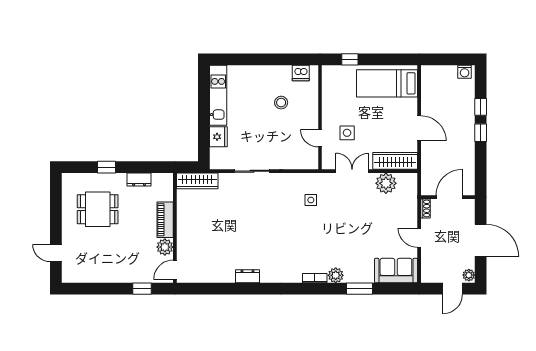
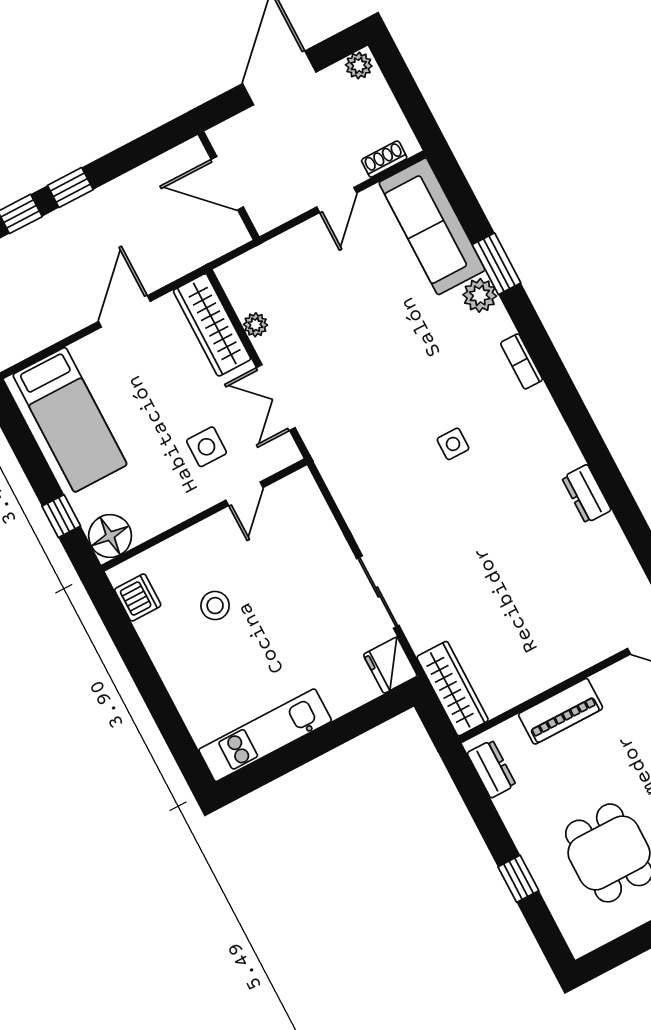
floor lamp: (331, 75) -> (110, 536), added
fridge: (218, 137) -> (390, 665), moved, turned -90
dresser: (139, 180) -> (491, 769), moved
plant: (386, 183) -> (255, 325), width x0.53, depth x0.53
side table: (311, 200) -> (453, 444), moved
shoe rack: (426, 208) -> (384, 159), moved
plant: (165, 247) -> (614, 684), removed
sofa: (396, 271) -> (432, 226), width x1.36
plant: (336, 275) -> (480, 295), moved
door: (452, 289) -> (402, 83), removed

